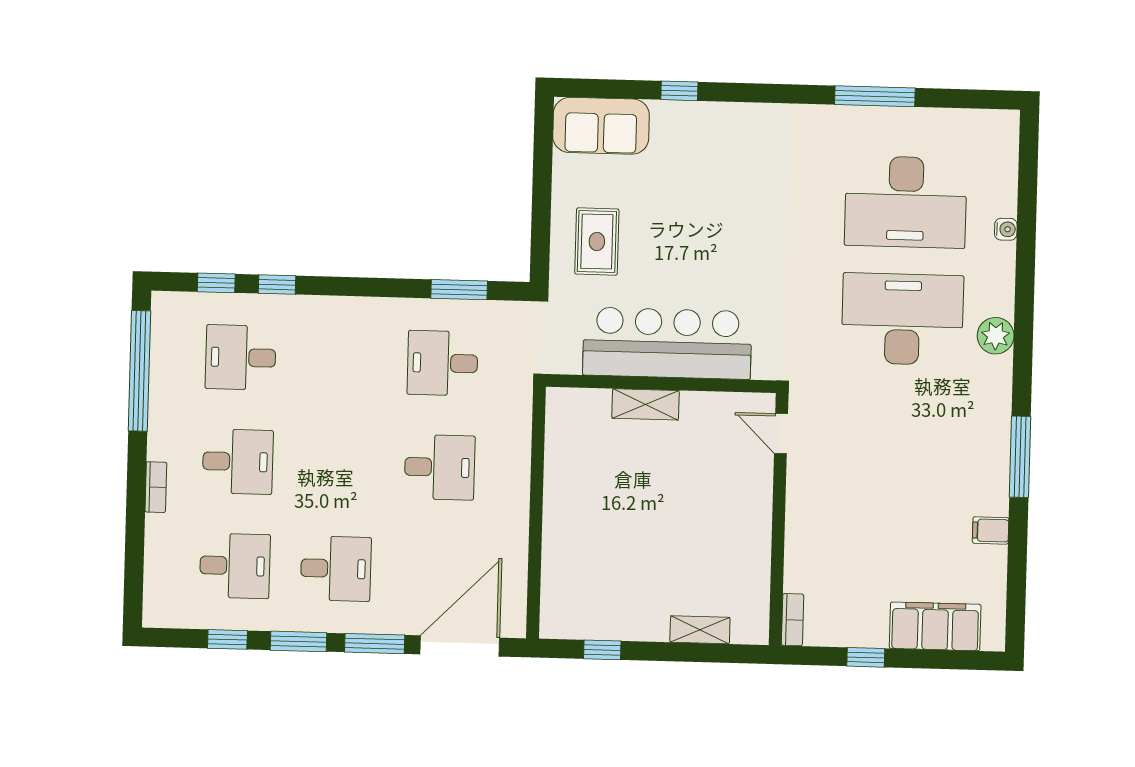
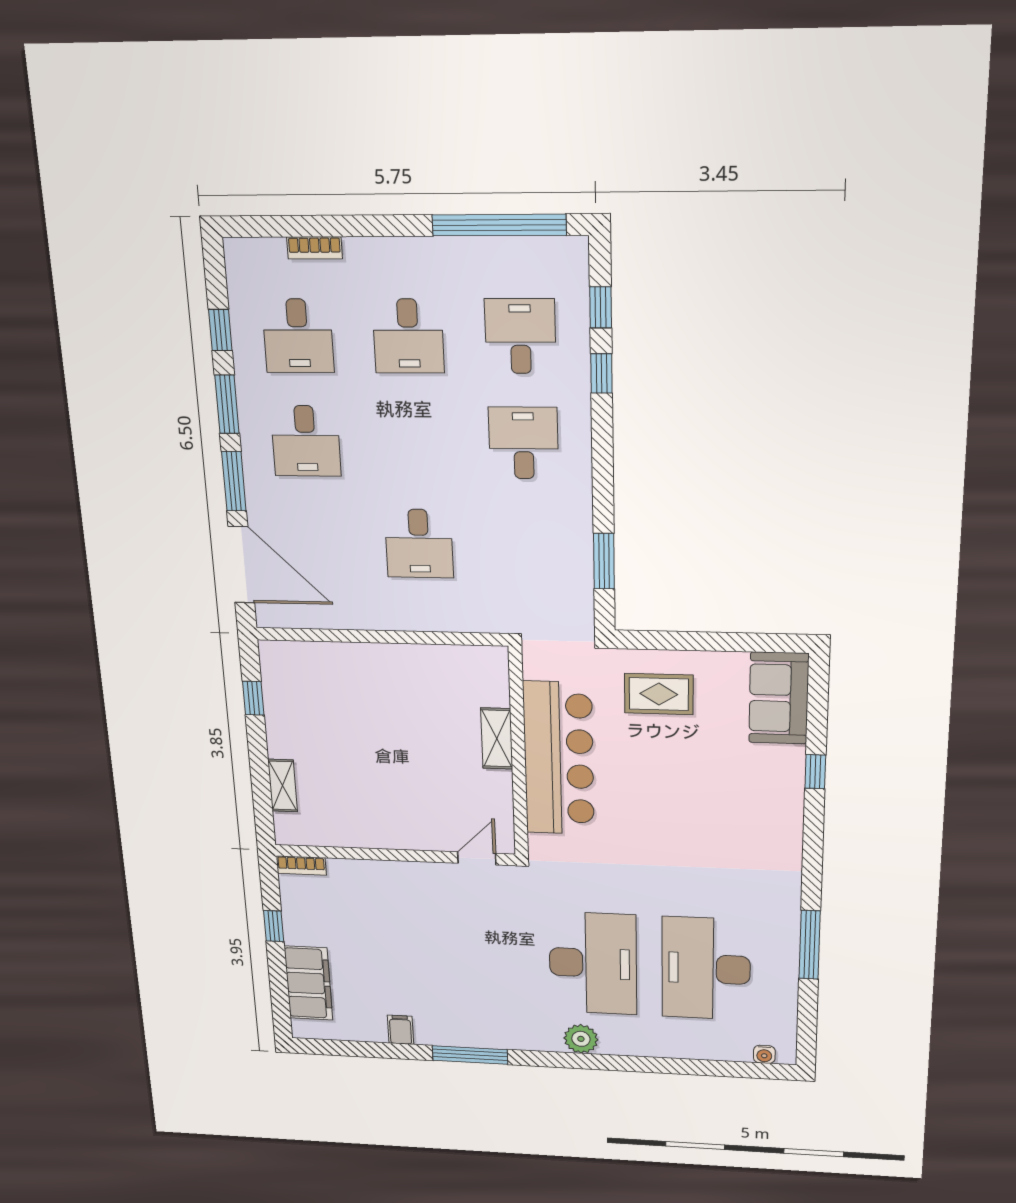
water cooler: (1006, 229) -> (764, 1054), moved
desk: (443, 363) -> (523, 443), moved
bookcase: (156, 487) -> (315, 248), moved

